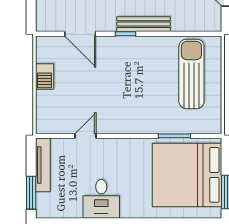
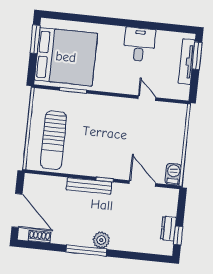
barbecue: (45, 77) -> (173, 174), moved
door: (85, 136) -> (147, 98), swing flipped
tv unit: (43, 165) -> (187, 62), moved

